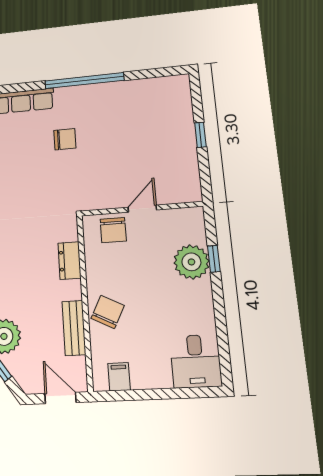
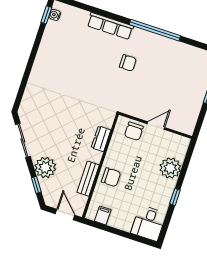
window: (214, 259) -> (175, 197), moved
chair: (108, 312) -> (111, 177), turned 63

